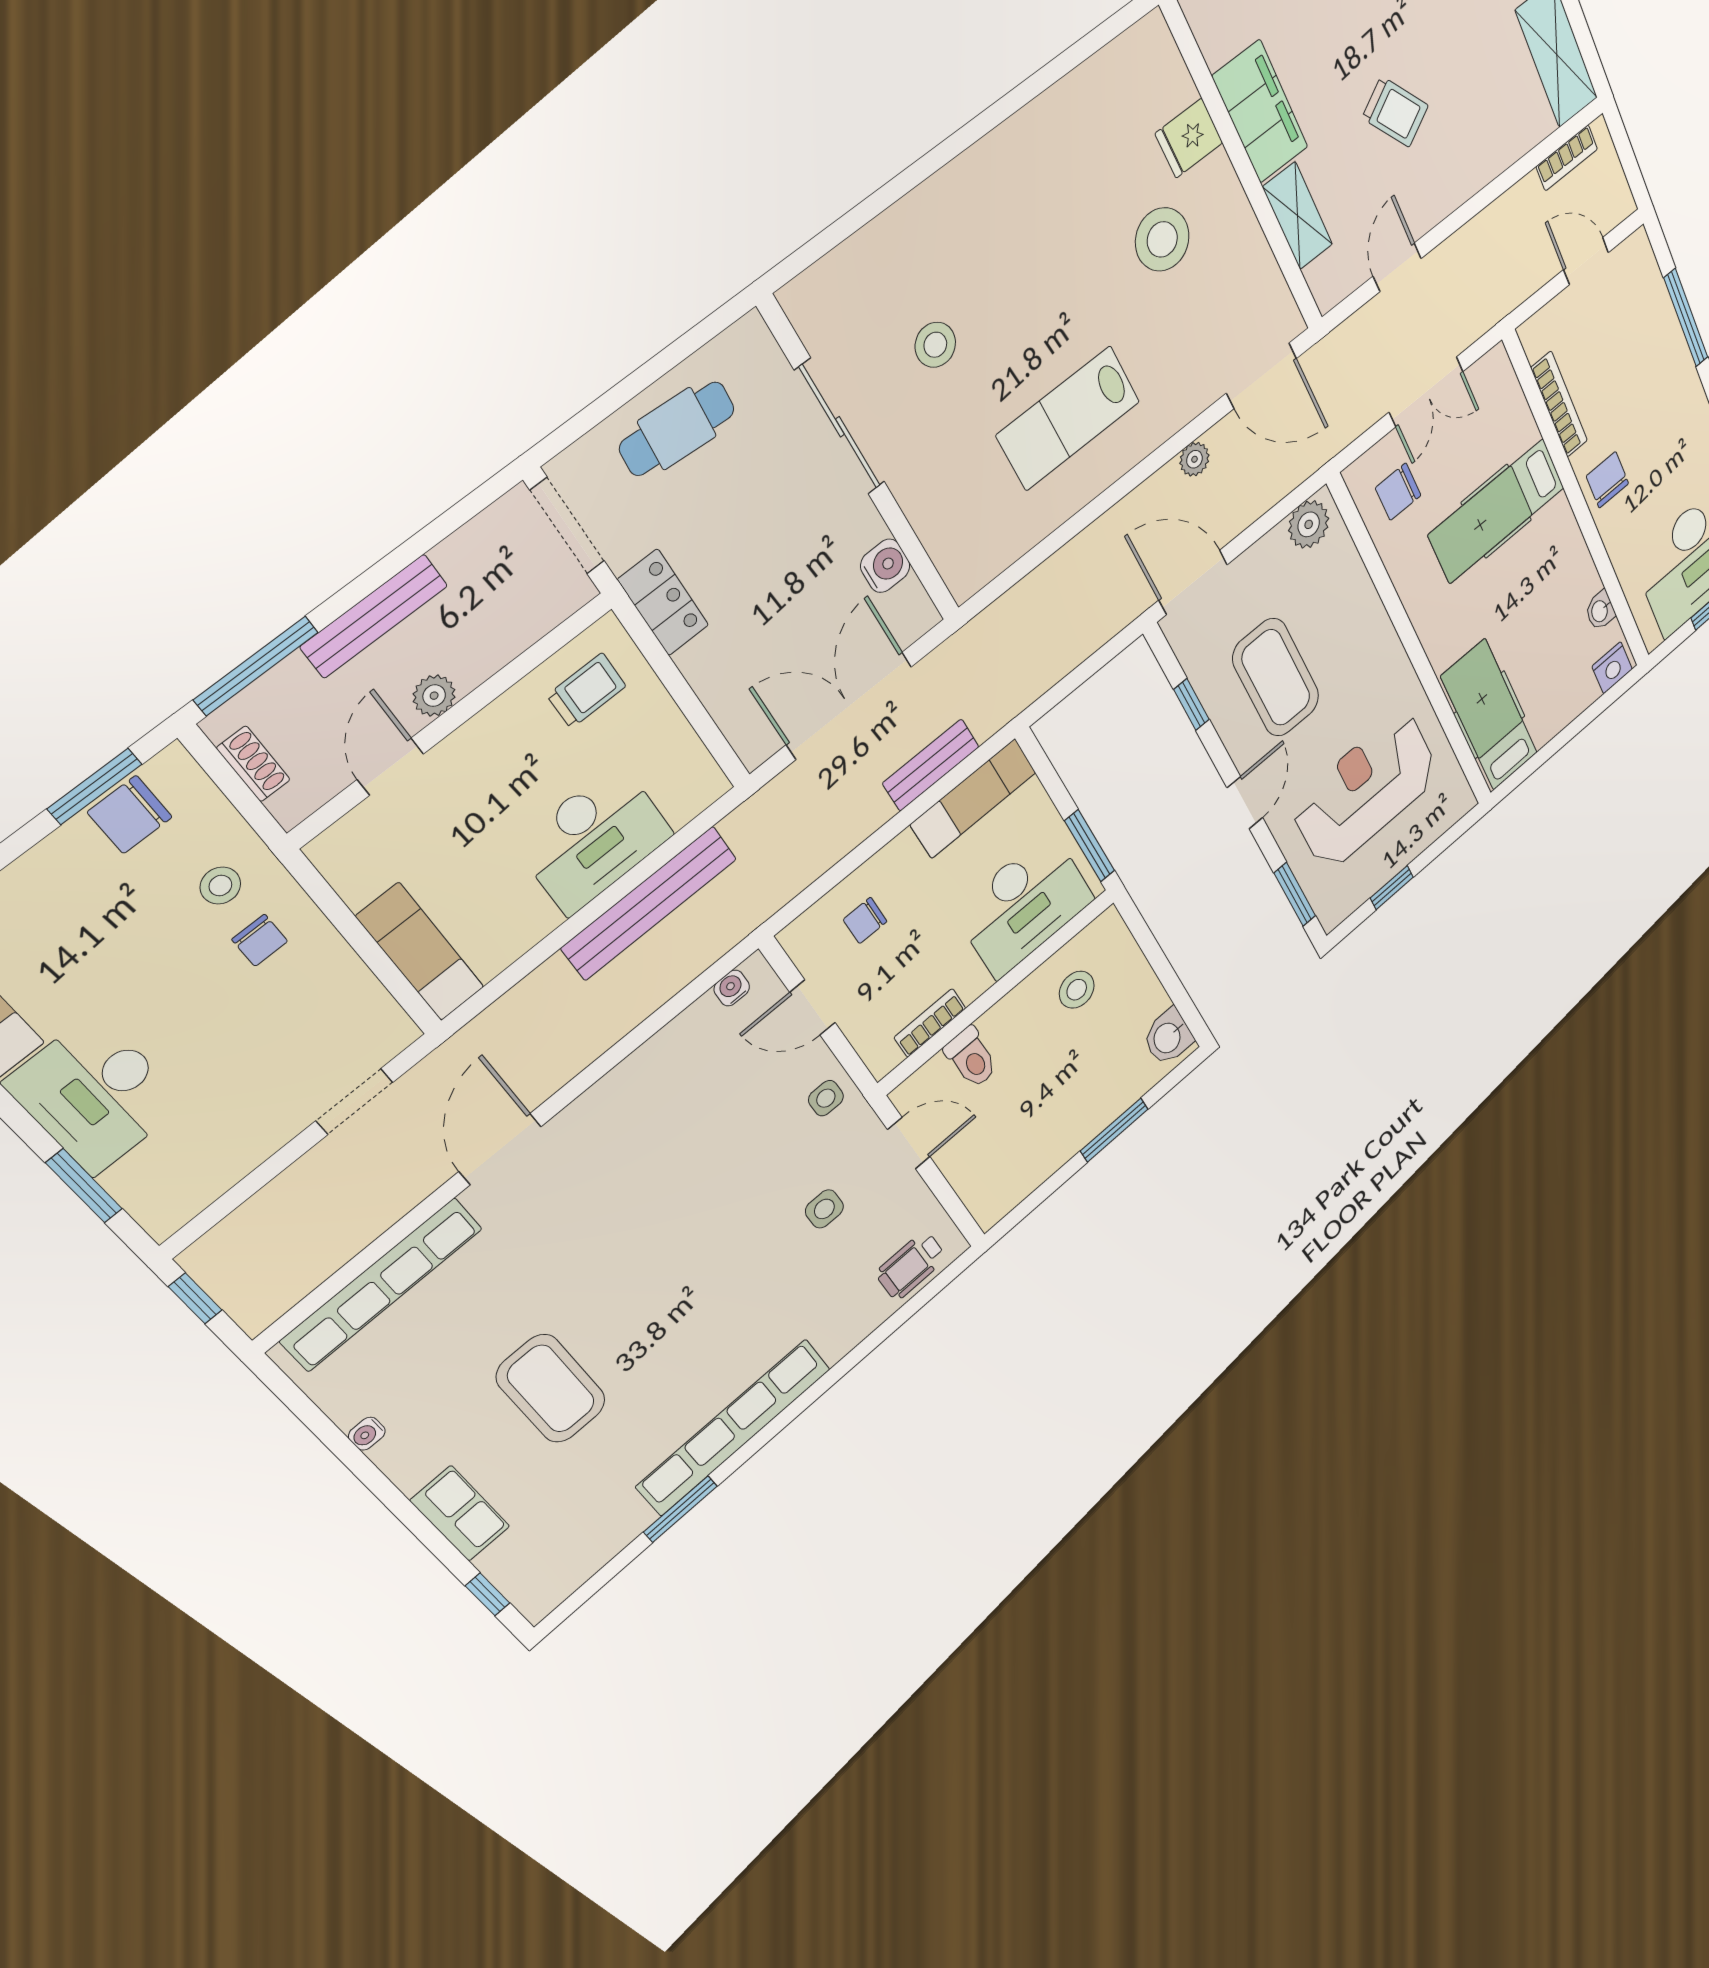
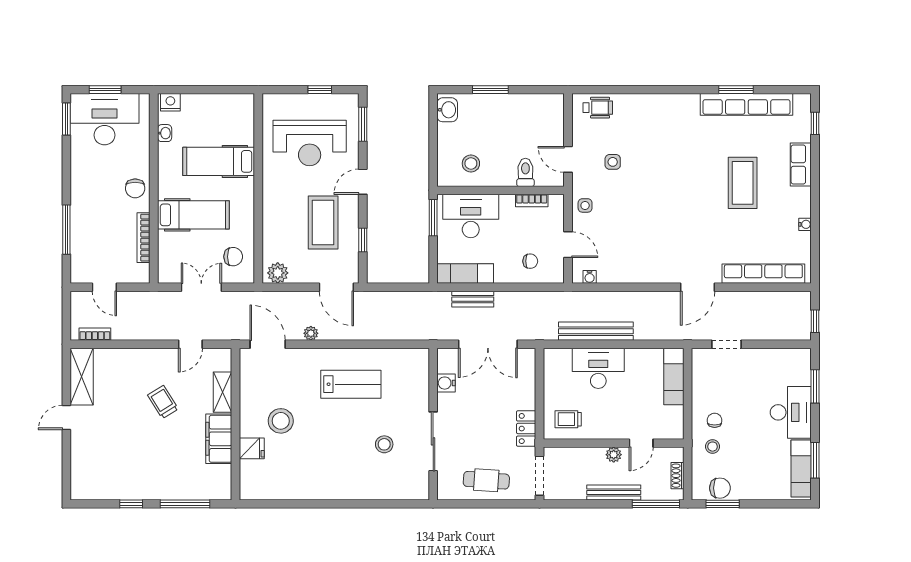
hospital bed: (1489, 715) -> (219, 161), moved, turned 90
row of seats: (734, 1427) -> (746, 104), moved

